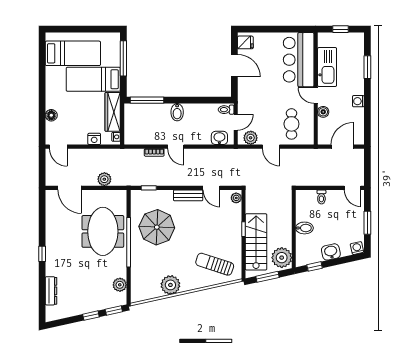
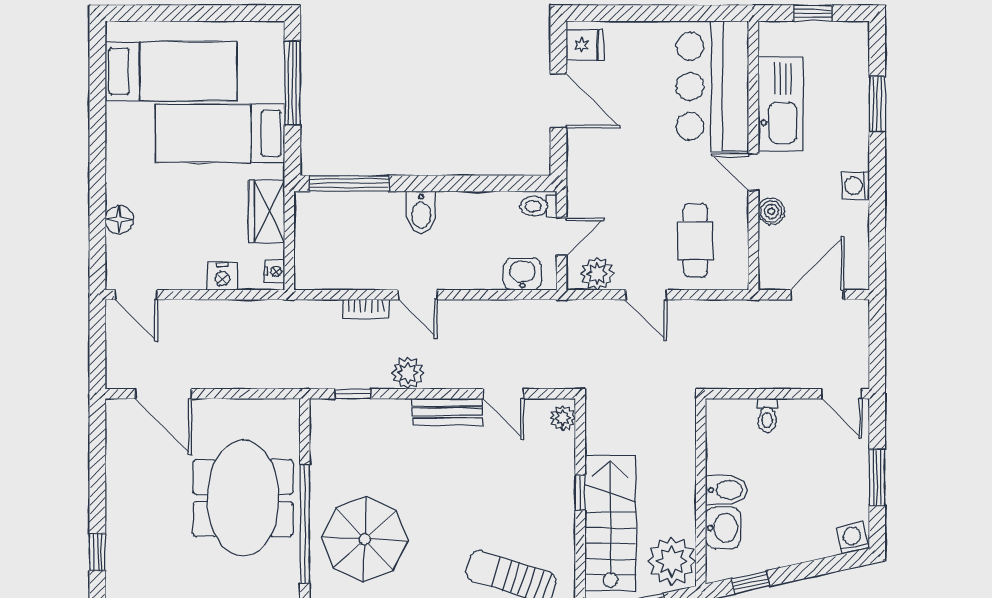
wardrobe: (113, 112) -> (267, 211), width x0.67
plant: (104, 179) -> (408, 373), moved
parasol: (157, 227) -> (365, 539), moved
washbasin: (331, 252) -> (723, 528), moved, turned 102

